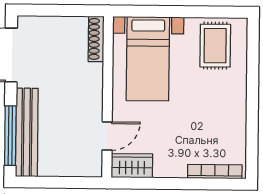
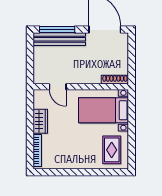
rug: (215, 46) -> (112, 150), turned 90
wardrobe: (132, 166) -> (40, 121), moved

